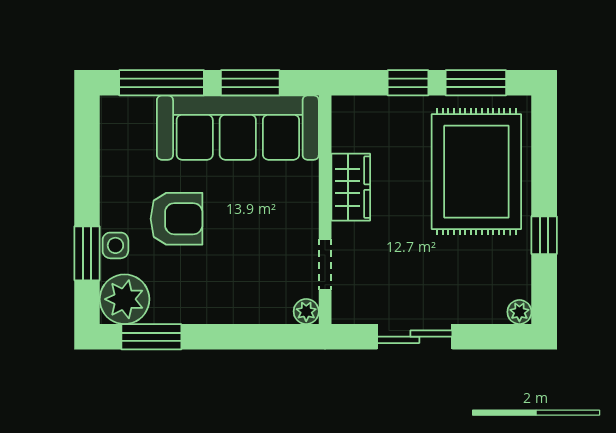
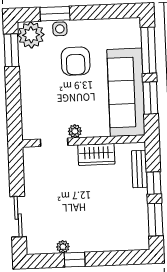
bench: (381, 109) -> (139, 169), added
rug: (476, 172) -> (107, 222), removed
plant: (306, 311) -> (75, 131), moved
plant: (519, 312) -> (63, 247), moved
sliding door: (415, 337) -> (18, 217), moved

